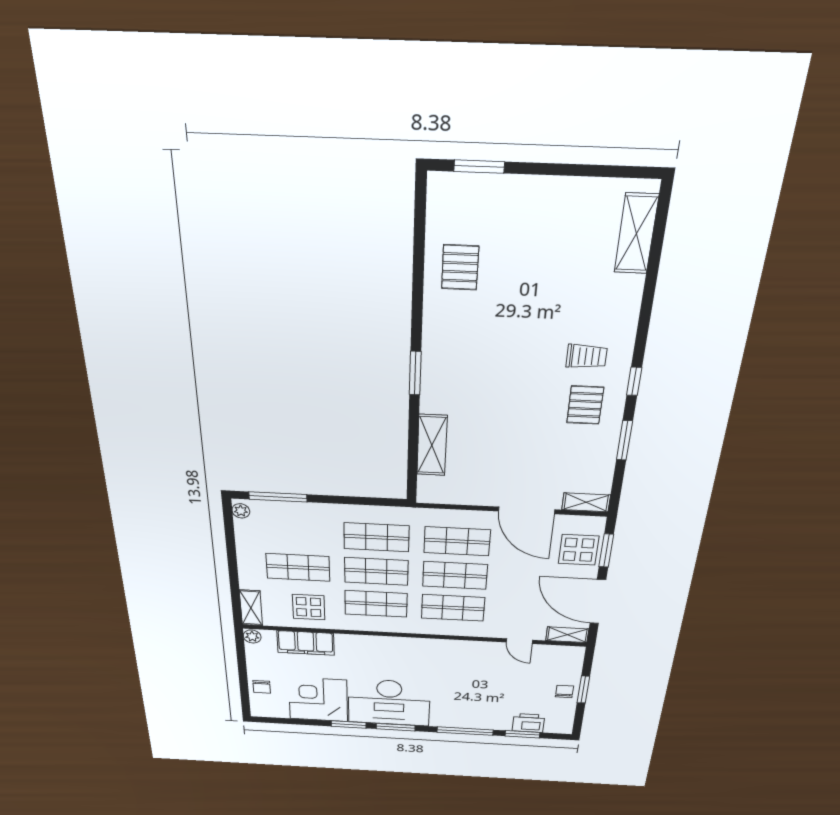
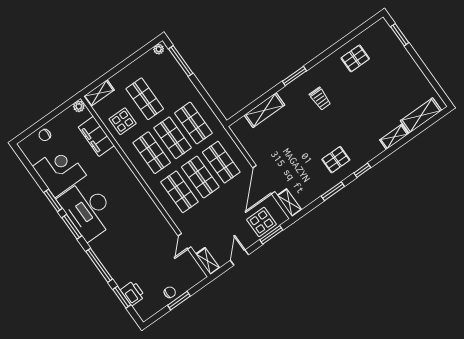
shelving: (630, 300) -> (394, 137), added
trolley: (586, 356) -> (320, 99), moved
door: (598, 602) -> (239, 258), width x0.53

